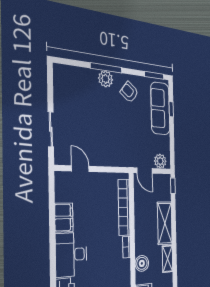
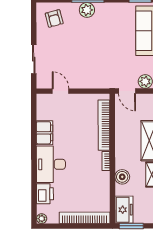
armchair: (129, 92) -> (54, 18), moved, turned -143

